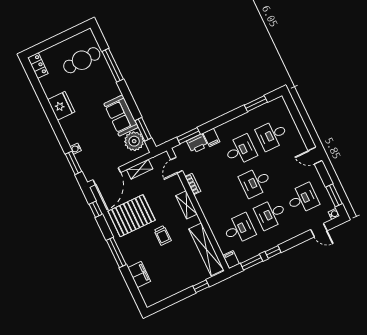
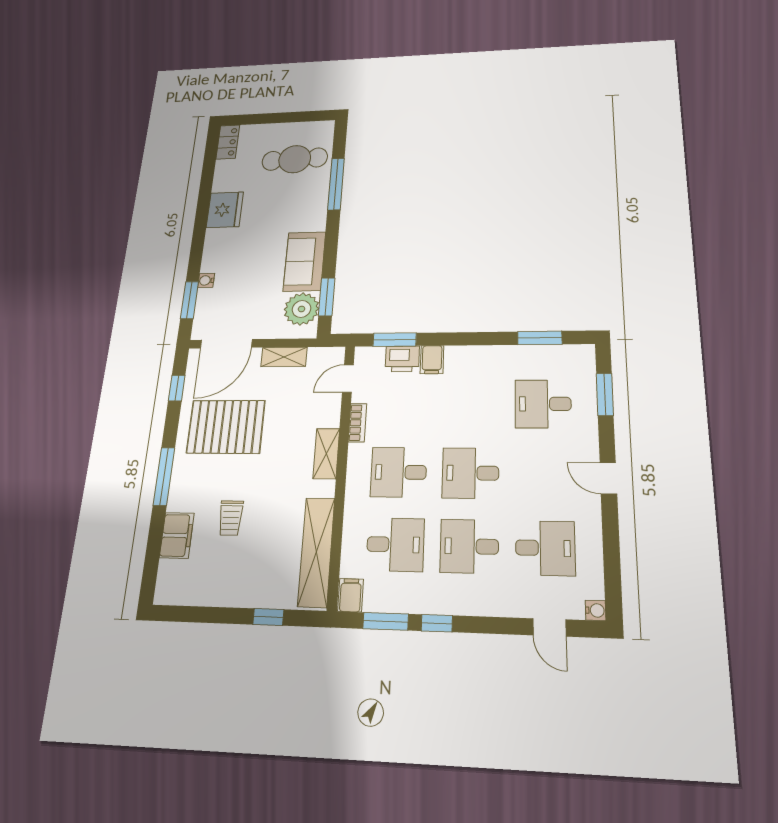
desk: (240, 150) -> (399, 472), moved, turned 180
window: (334, 195) -> (605, 394), moved
trolley: (163, 235) -> (231, 518), moved

